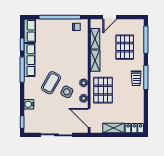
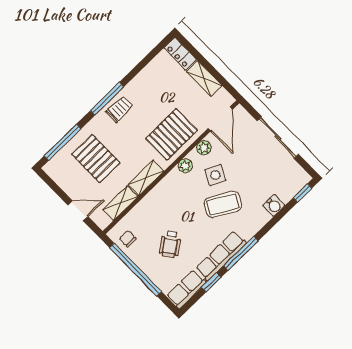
wheelchair: (56, 43) -> (170, 244), added
pallet: (125, 47) -> (96, 158), turned 90

